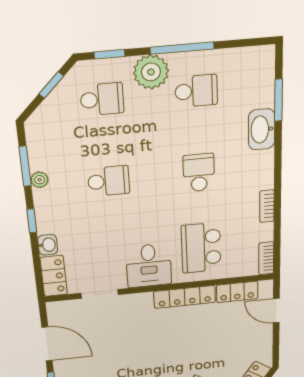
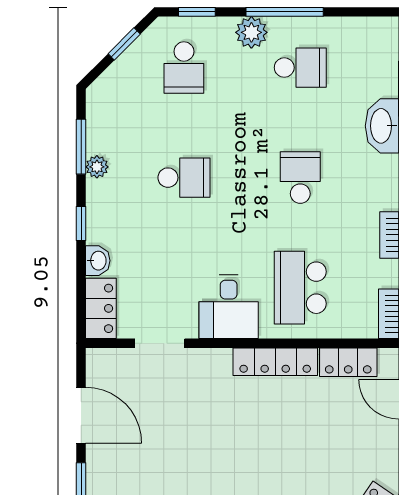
plant: (151, 72) -> (251, 32), width x0.73, depth x0.73
school desk: (102, 99) -> (184, 68), turned 90

